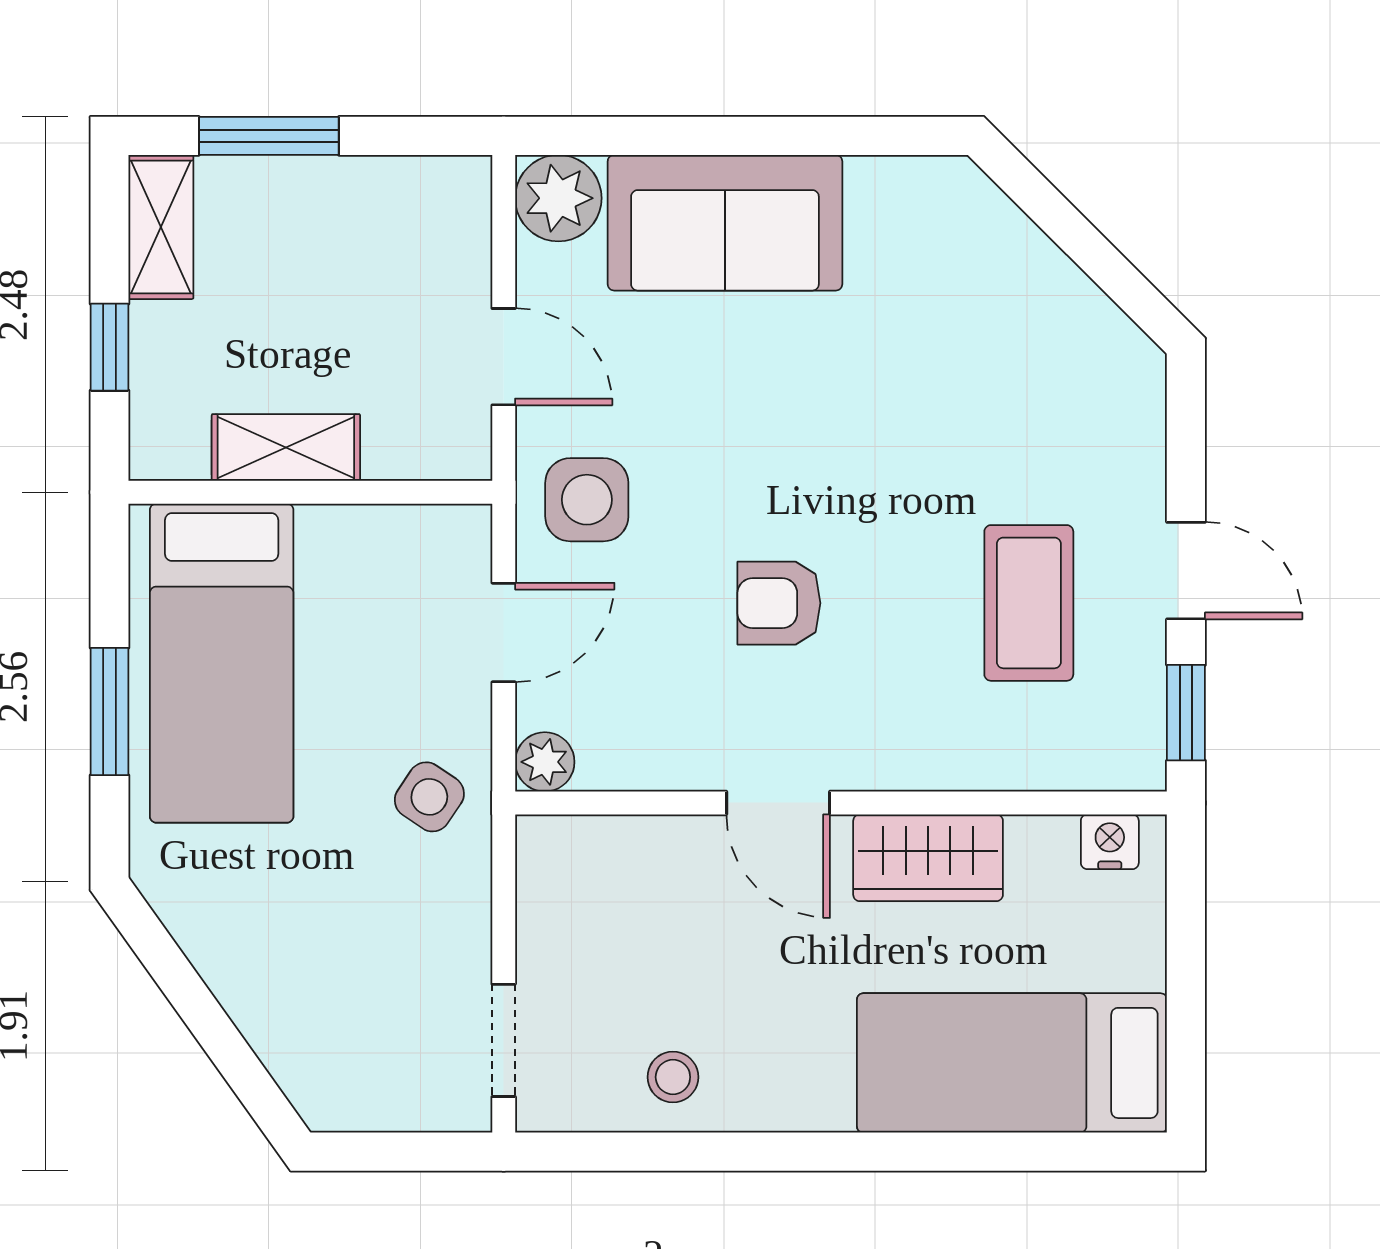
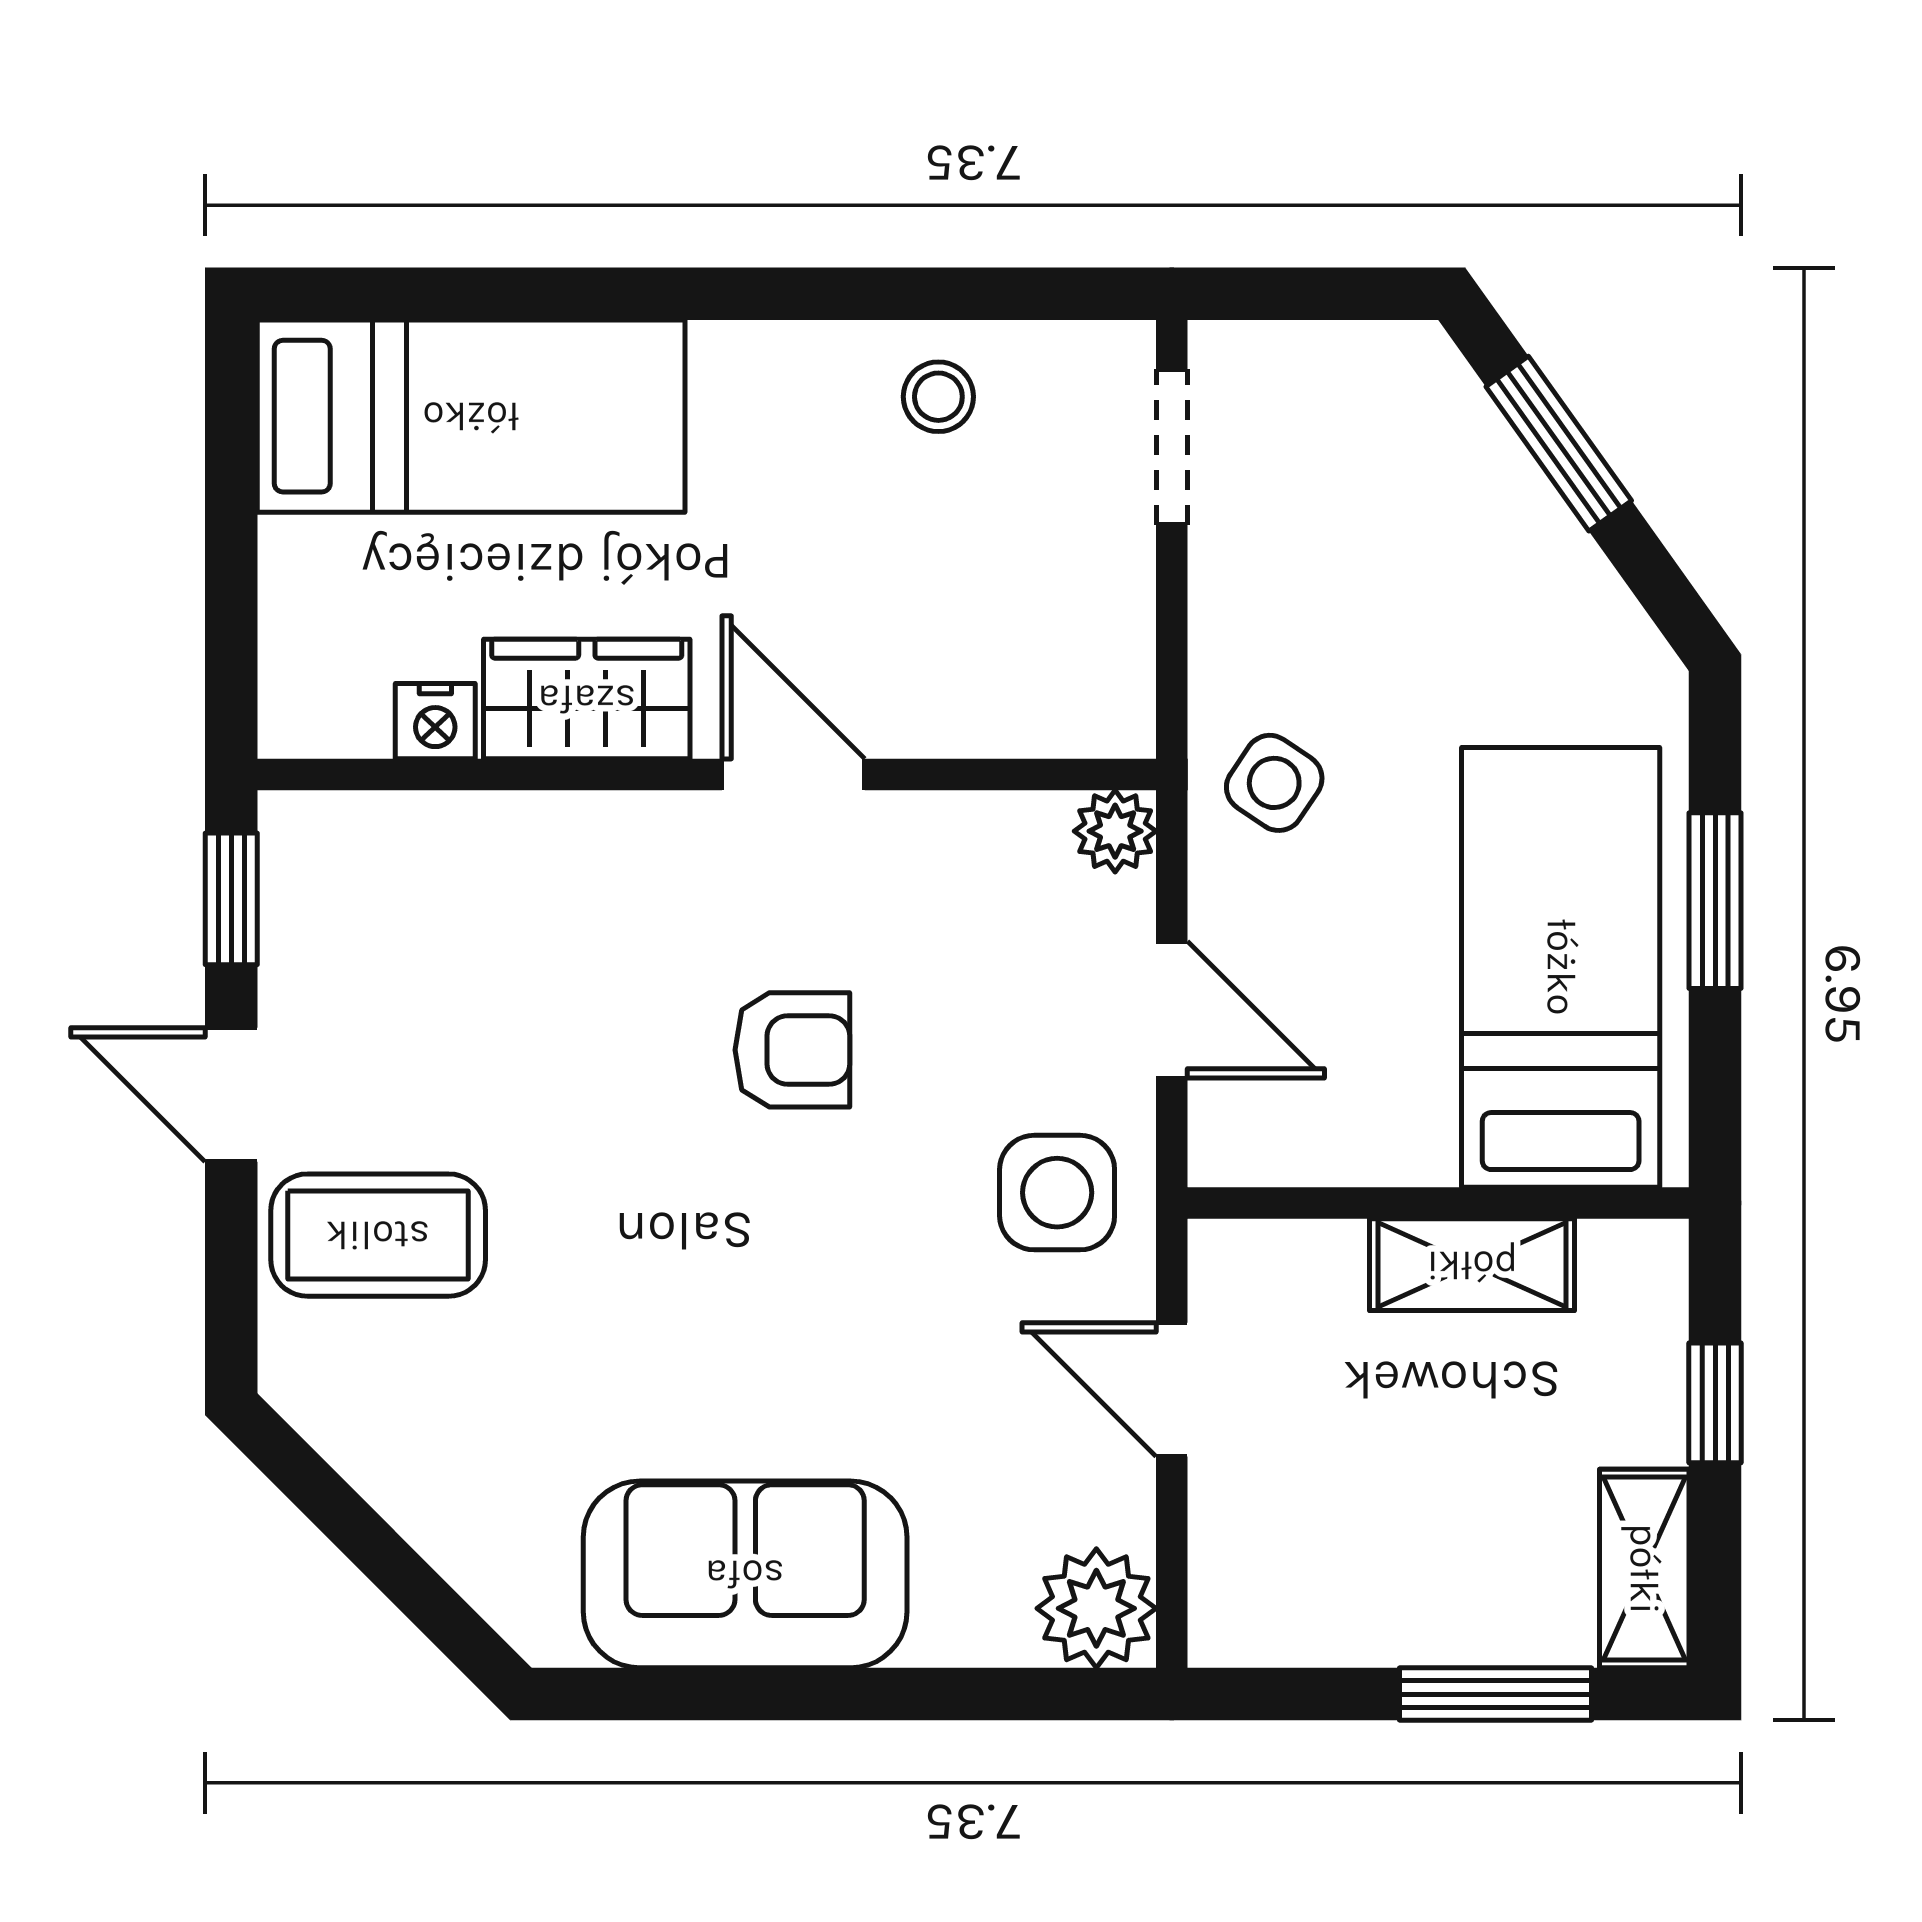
sofa: (725, 223) -> (745, 1574), moved
coffee table: (1029, 603) -> (378, 1235), moved, turned 90
door: (504, 632) -> (1172, 1010), swing flipped
nightstand: (1110, 842) -> (435, 721), moved
window: (223, 1043) -> (1559, 444), added

